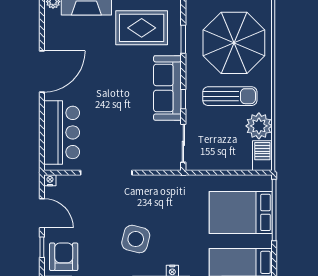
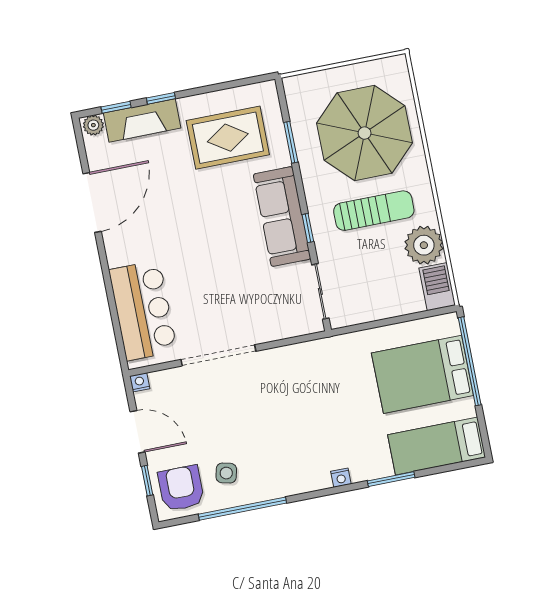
door: (42, 71) -> (92, 202), moved
side table: (136, 239) -> (226, 473), moved, width x0.54, depth x0.54

